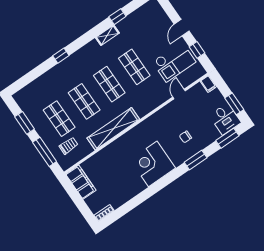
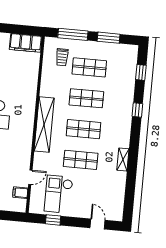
window: (117, 17) -> (141, 72), moved
door: (182, 28) -> (98, 224), moved
filing cabinet: (208, 84) -> (20, 193), moved
door: (179, 94) -> (30, 177), hinge flipped
shelving: (113, 129) -> (44, 124), moved

